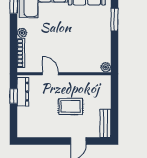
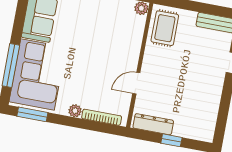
window: (14, 96) -> (171, 140), moved
rug: (71, 106) -> (165, 28), moved

